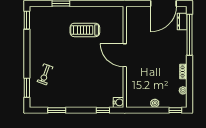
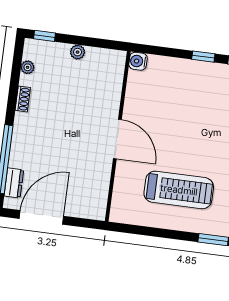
treadmill: (85, 30) -> (179, 190), width x1.37, depth x1.38
window: (103, 110) -> (203, 57), moved

